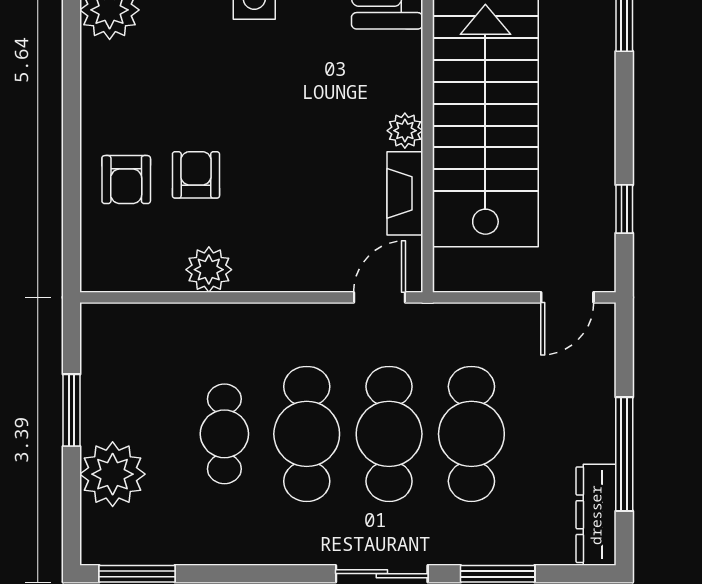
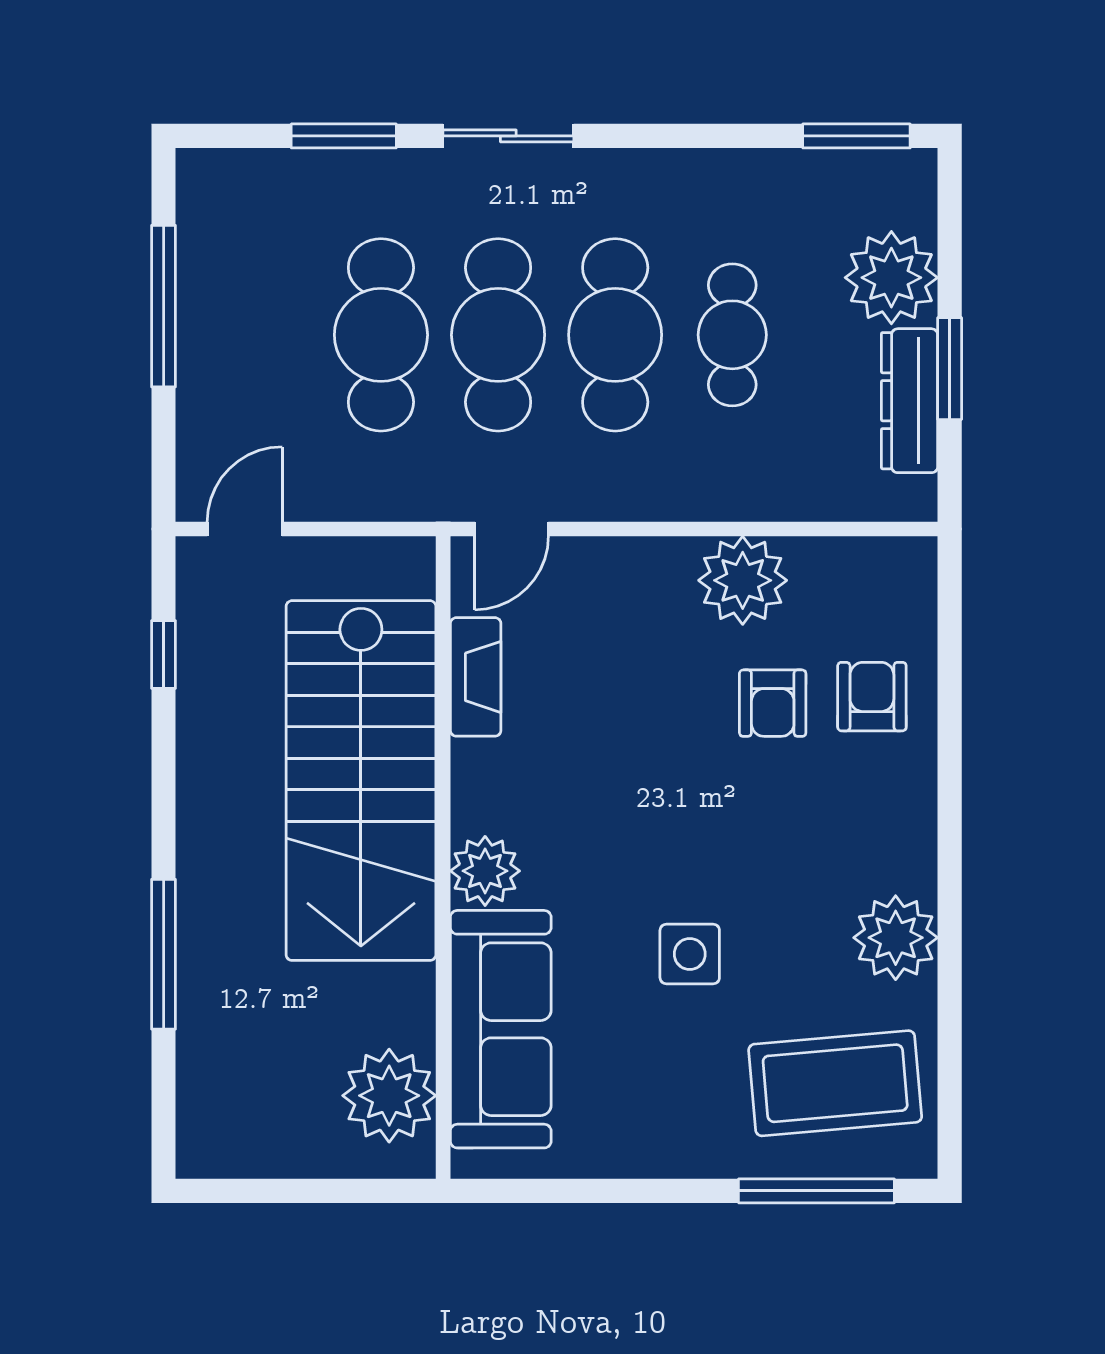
plant: (405, 131) -> (485, 871), moved, width x1.38, depth x1.38
plant: (209, 270) -> (743, 580), width x1.36, depth x1.36
dresser: (596, 515) -> (910, 401), moved, turned 180

